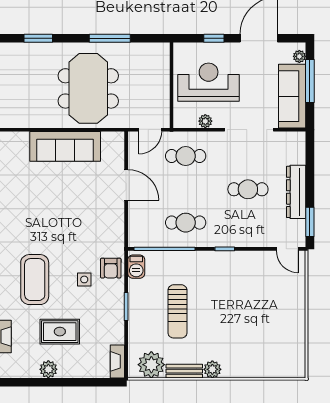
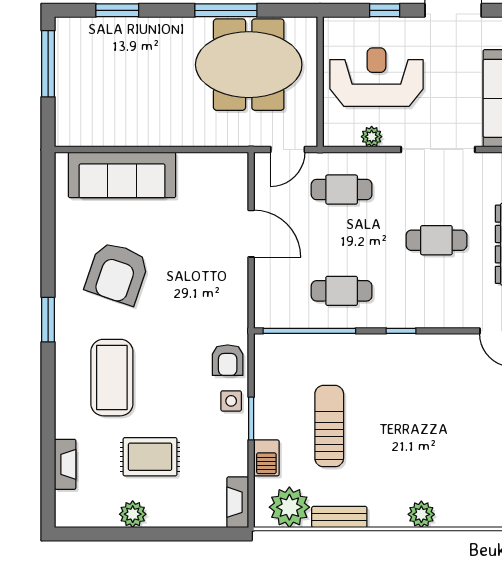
meeting table: (88, 88) -> (249, 65), moved, turned 90
sofa: (65, 146) -> (122, 175), moved
armchair: (38, 211) -> (117, 273), added
barbecue: (136, 267) -> (266, 458), moved
side table: (84, 279) -> (231, 401), moved
sun lounger: (177, 311) -> (329, 426), turned 180
plant: (212, 369) -> (421, 514), moved

